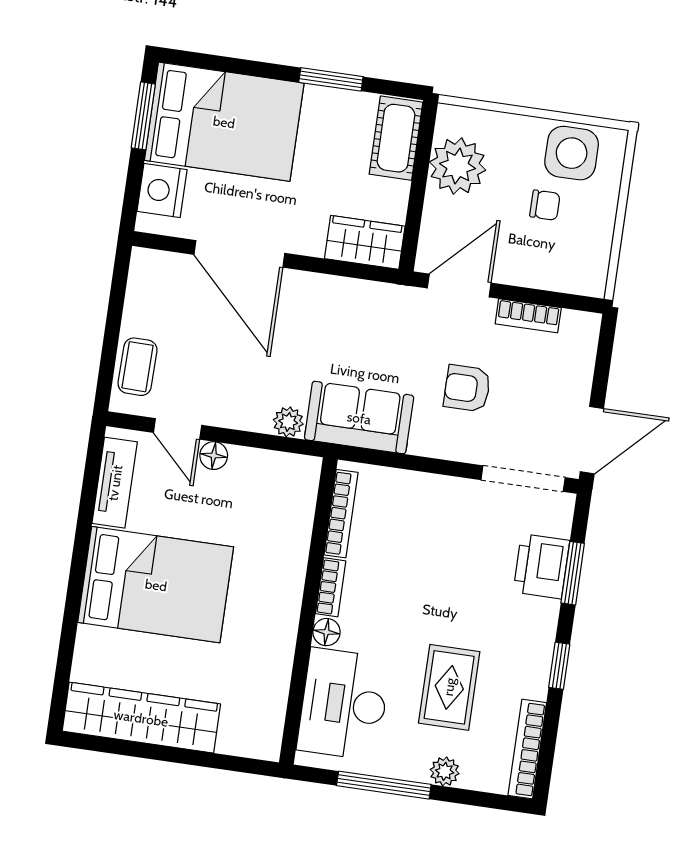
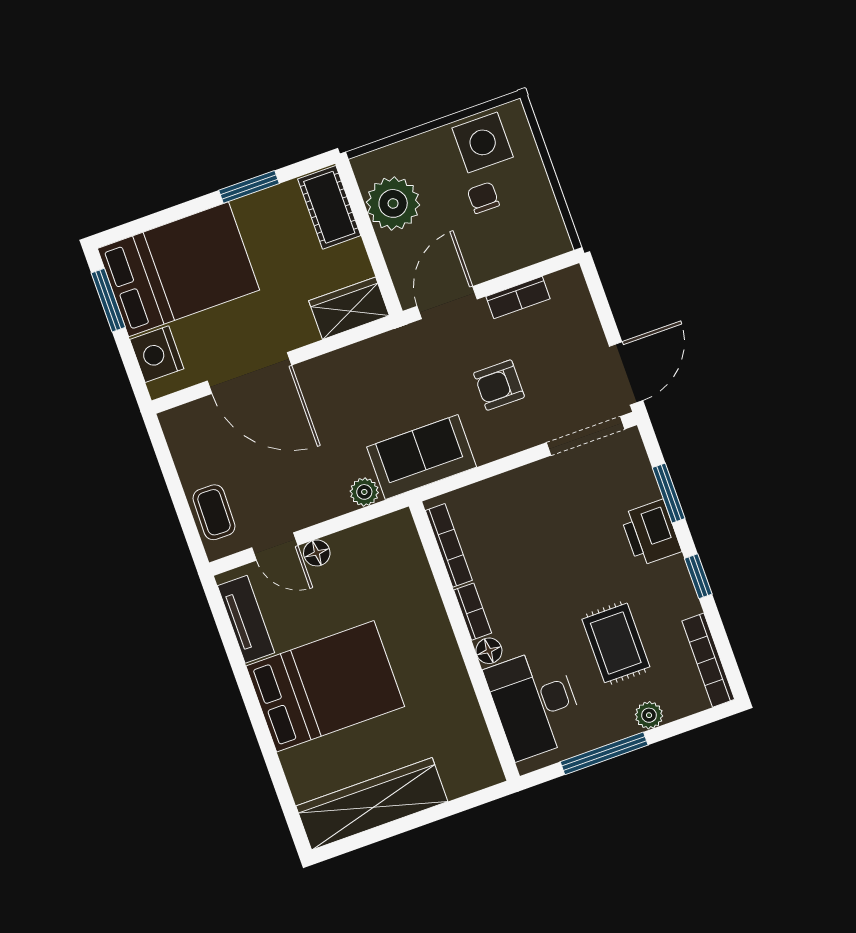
chair: (545, 205) -> (483, 198), turned -90
printer: (541, 566) -> (651, 533), moved

